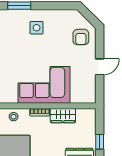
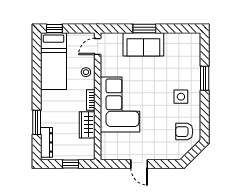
armchair: (81, 37) -> (184, 132), moved
window: (100, 142) -> (70, 164), moved

